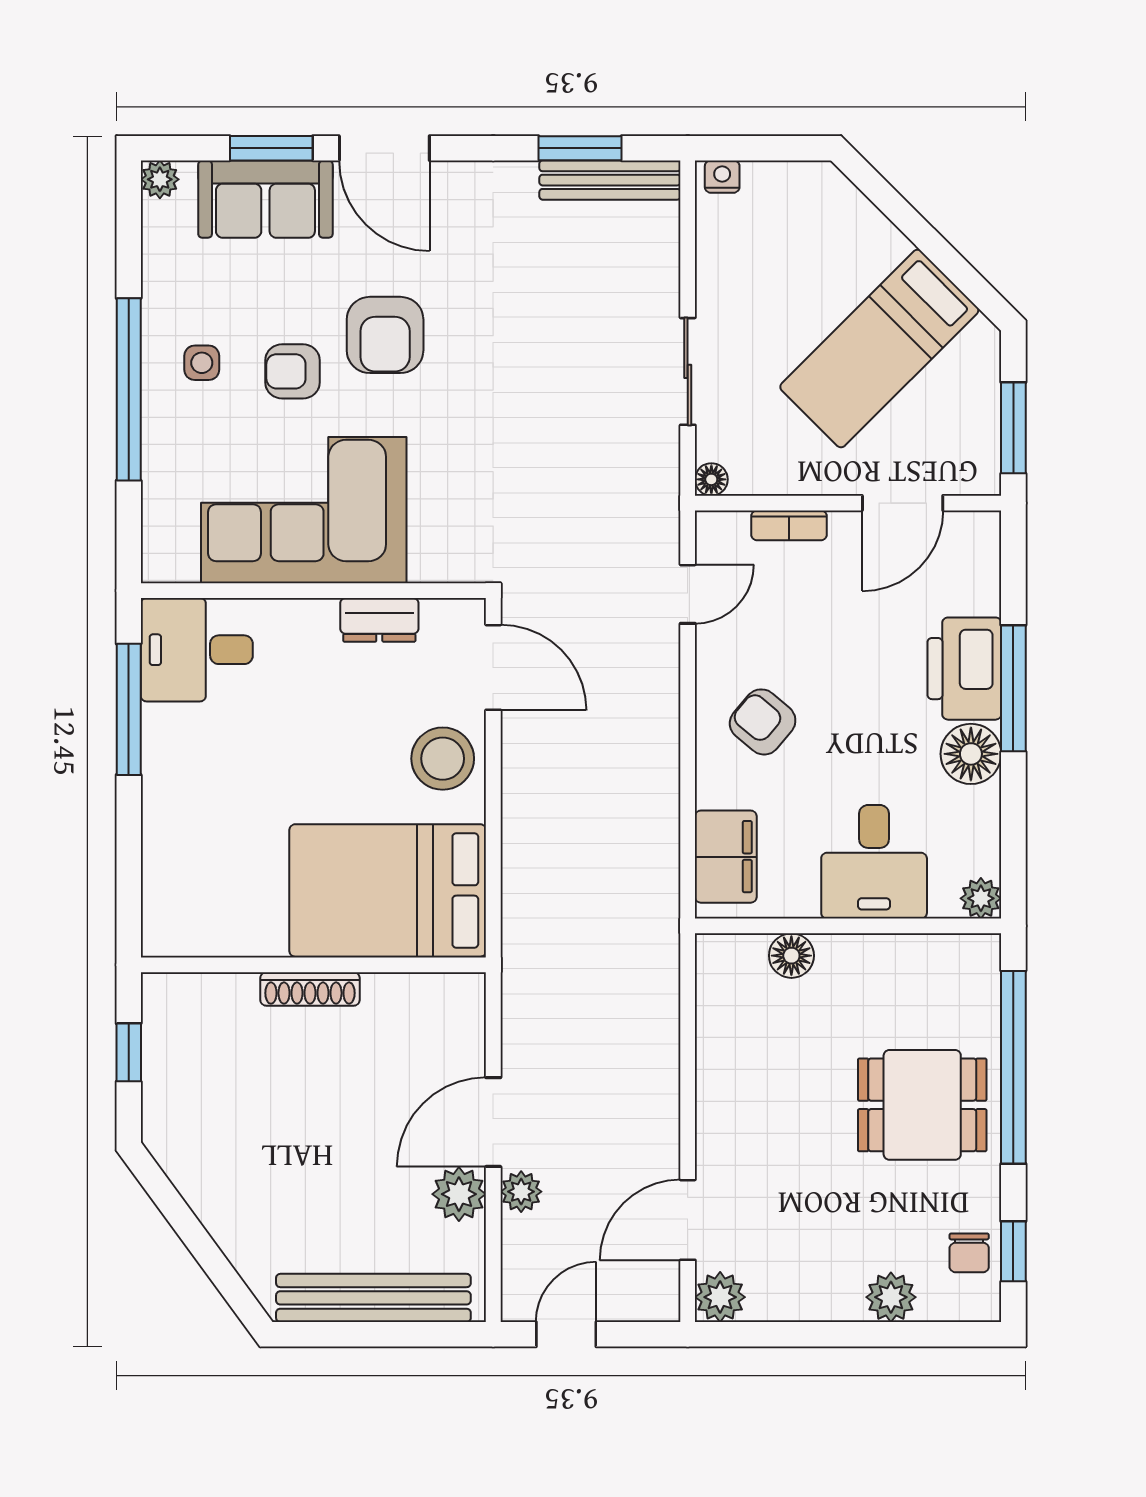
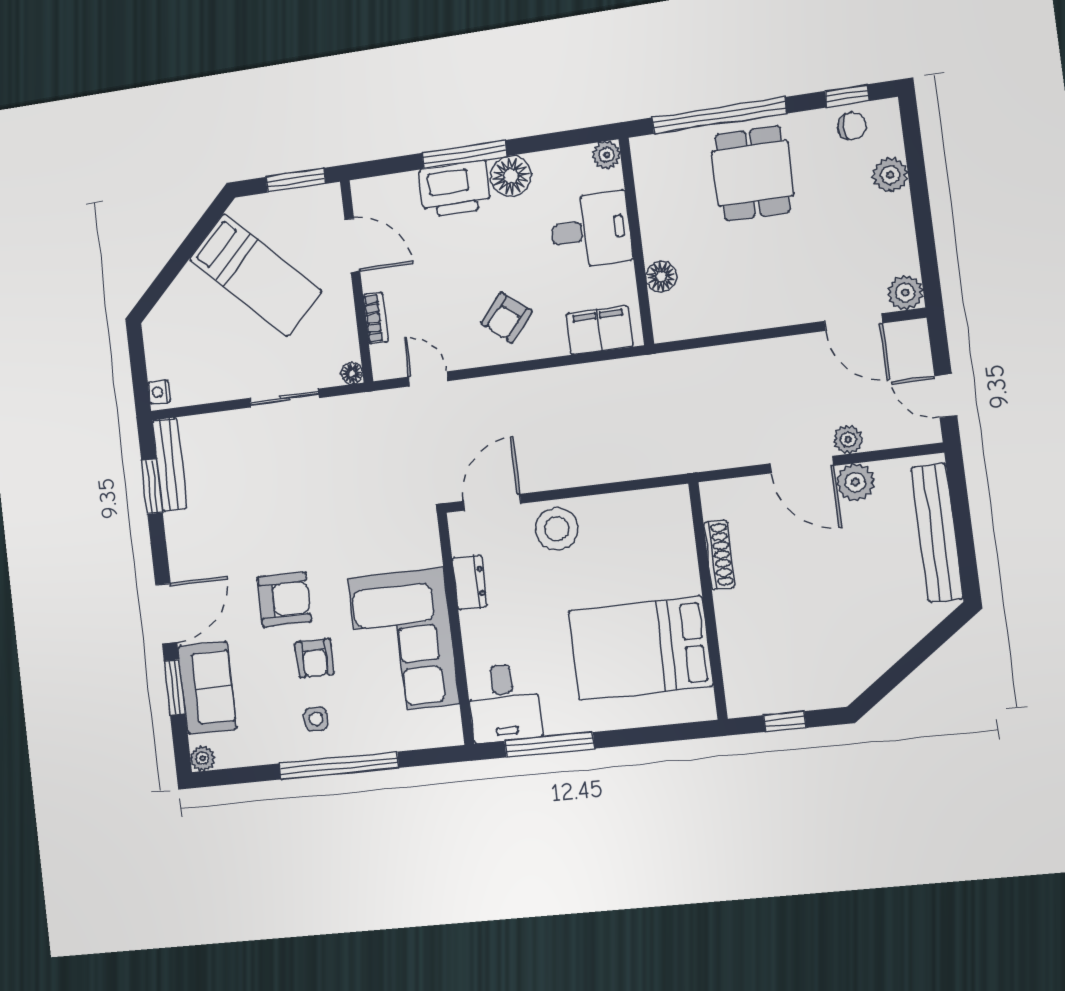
bed: (388, 890) -> (641, 648), moved, turned 90
shoe rack: (310, 989) -> (719, 555), moved

